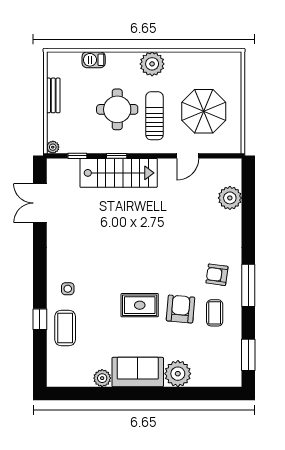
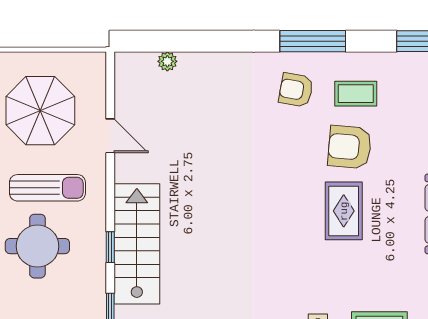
sun lounger: (154, 116) -> (47, 188), turned 180
plant: (230, 198) -> (167, 61), width x0.53, depth x0.53
armchair: (217, 275) -> (296, 90), turned 92

